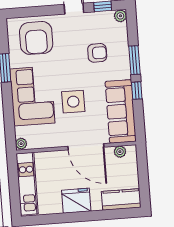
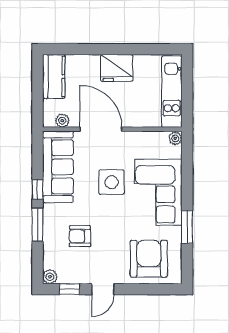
kitchen counter: (121, 199) -> (54, 77), moved, turned -90

